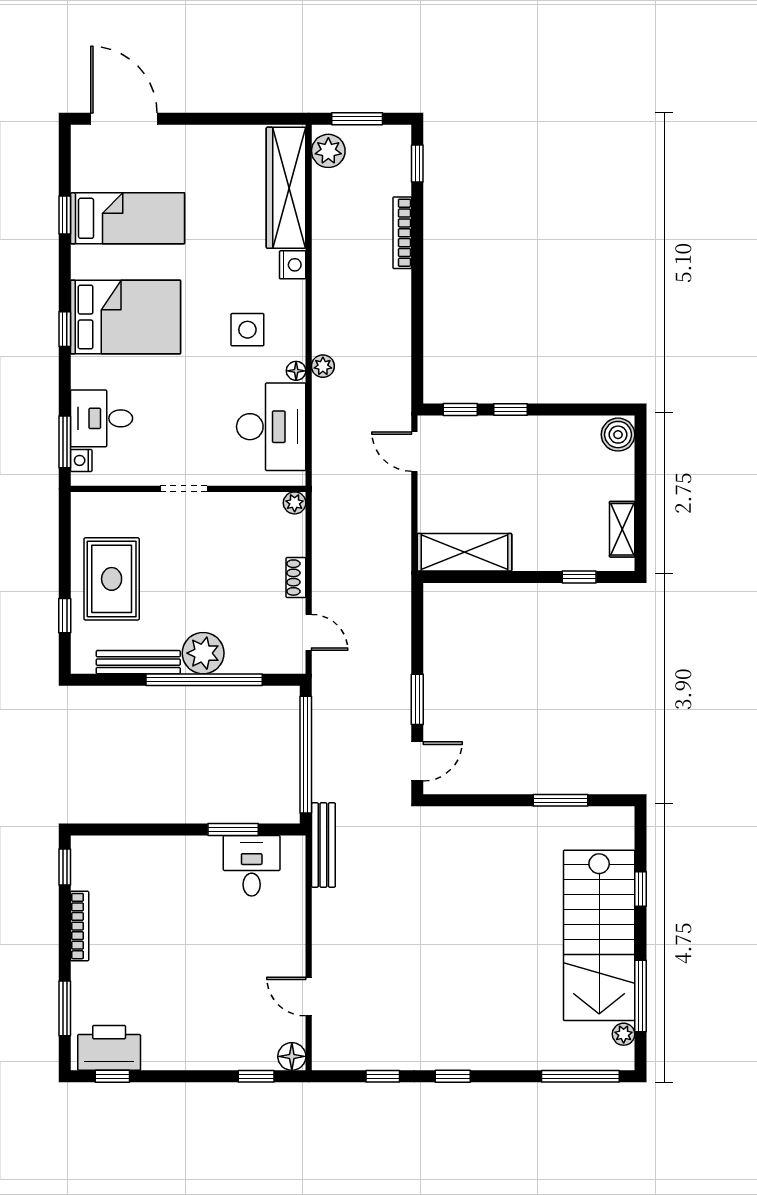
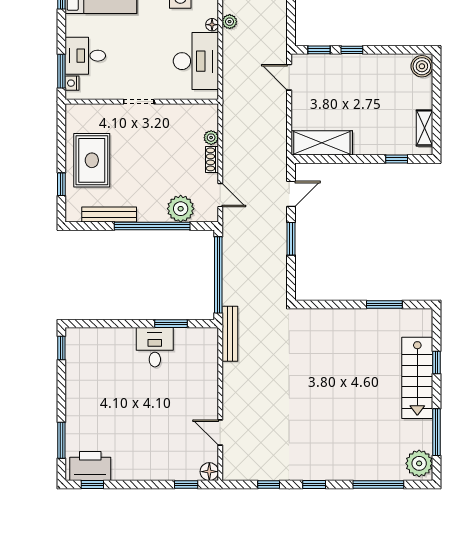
plant: (295, 503) -> (211, 138), moved
plant: (203, 653) -> (181, 209), moved
door: (417, 761) -> (291, 194), moved
desk: (252, 866) -> (155, 347), moved
bookcase: (80, 926) -> (71, 387), removed
stairs: (599, 935) -> (417, 378), width x0.73, depth x0.66
plant: (624, 1034) -> (419, 463), width x1.88, depth x1.88
window: (580, 1076) -> (378, 484), moved

